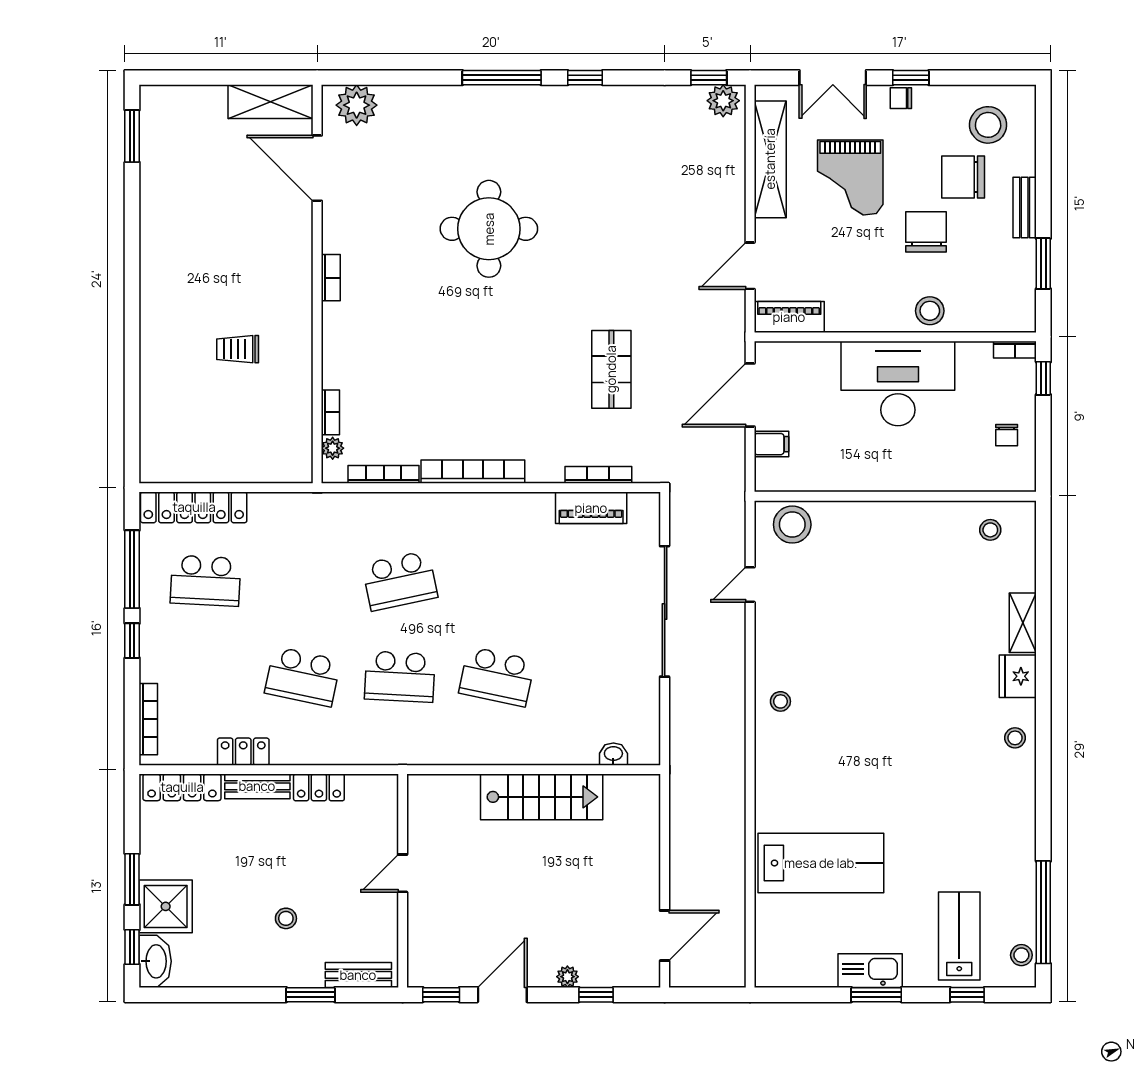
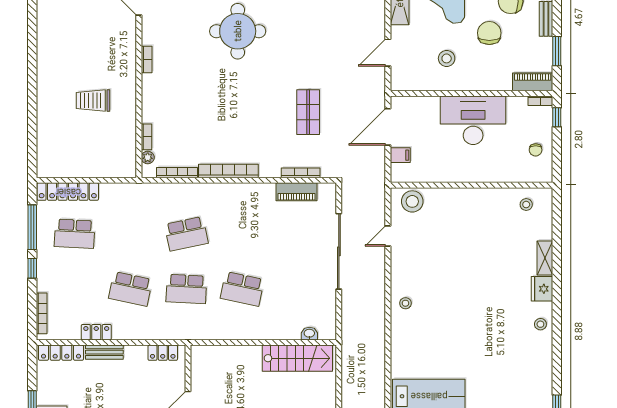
stool: (930, 311) -> (447, 58), moved
piano: (789, 317) -> (533, 82), moved
trolley: (238, 349) -> (93, 101), width x1.36, depth x1.39
locker: (319, 787) -> (163, 353), moved
stairs: (542, 797) -> (297, 358), moved

